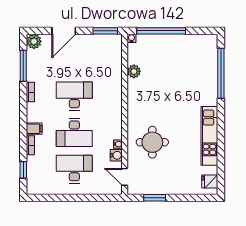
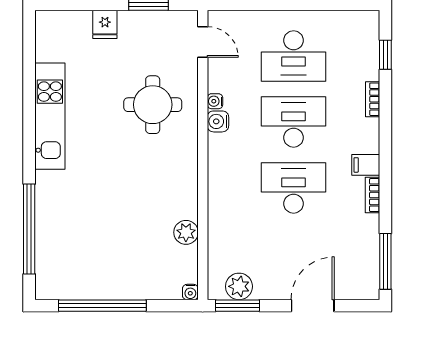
window: (161, 31) -> (102, 306), moved
plant: (34, 41) -> (239, 286), moved
window: (23, 66) -> (385, 261), moved
desk: (74, 96) -> (294, 188), turned 180
filing cabinet: (34, 129) -> (366, 165), moved
water cooler: (116, 155) -> (218, 121), moved
fridge: (210, 181) -> (105, 24), moved, turned 90

